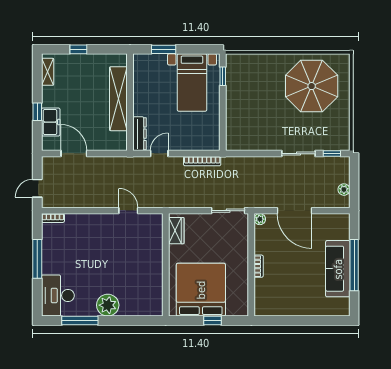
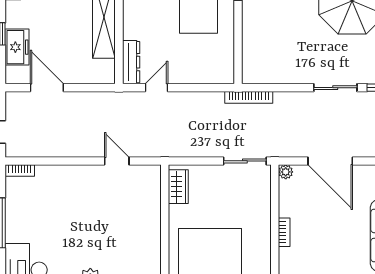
bookcase: (202, 161) -> (249, 97), moved

